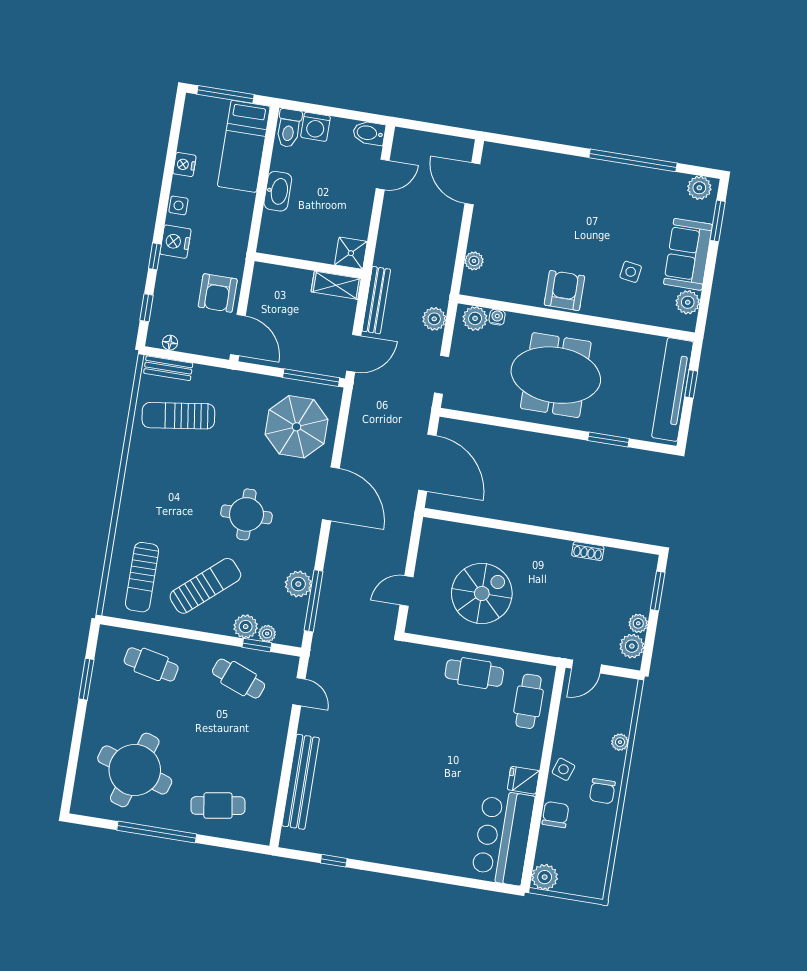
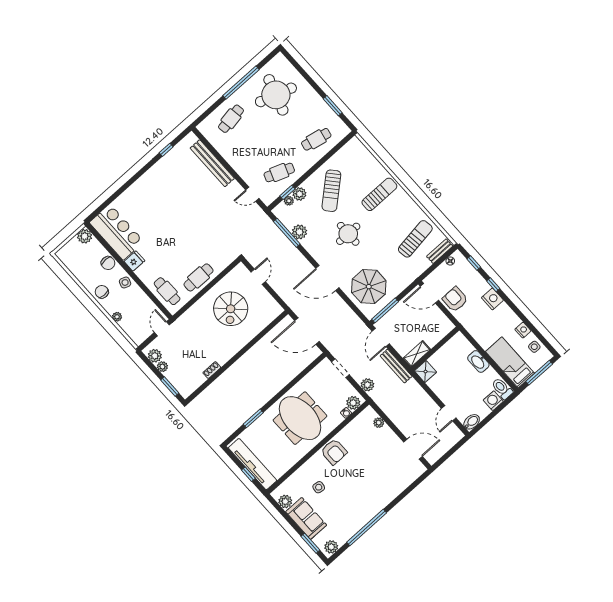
side table: (178, 205) -> (534, 347), moved
meeting table: (556, 375) -> (300, 418), turned 90
sun lounger: (142, 577) -> (379, 194), moved, turned 90

